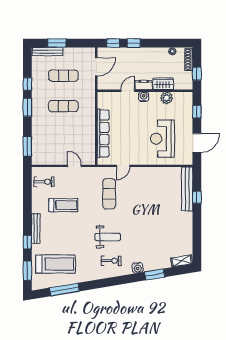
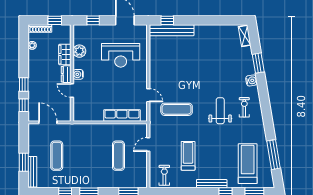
exercise mat: (63, 106) -> (118, 156), moved
row of seats: (103, 133) -> (122, 115), width x0.73
window: (197, 197) -> (167, 20), moved

